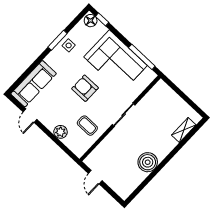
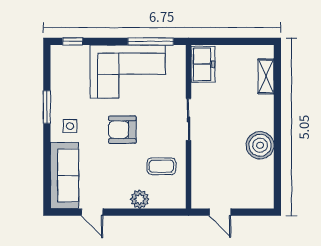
floor lamp: (91, 21) -> (62, 54), removed
side table: (69, 45) -> (70, 126), moved
freezer: (157, 93) -> (203, 64), added

